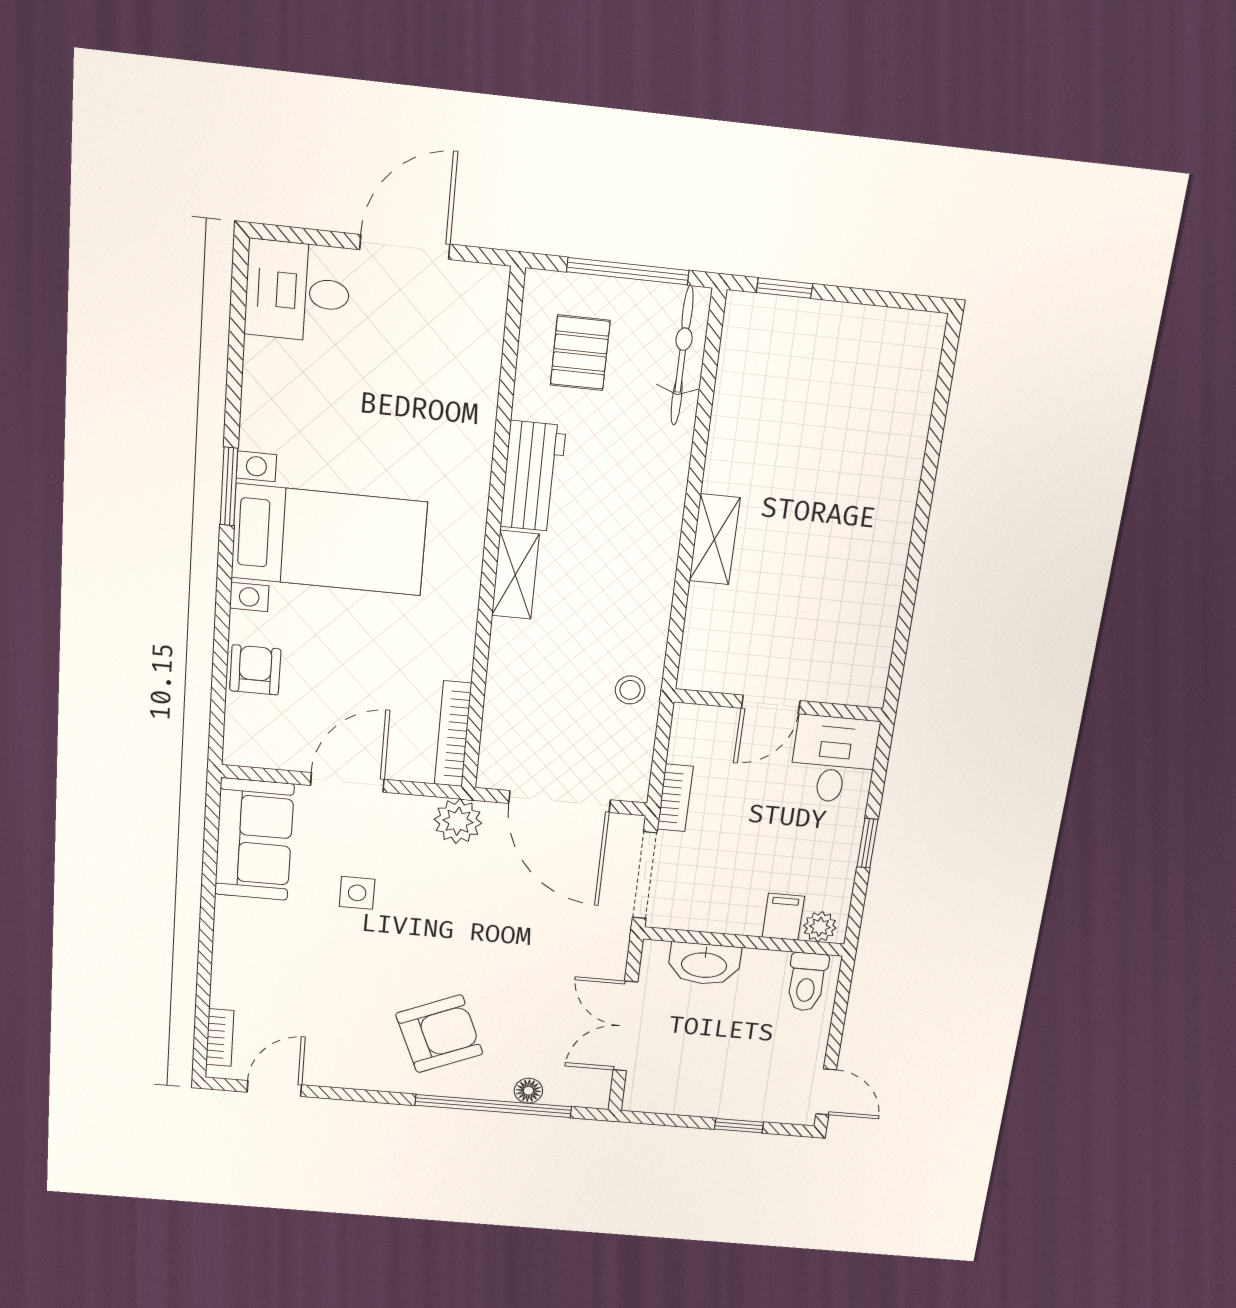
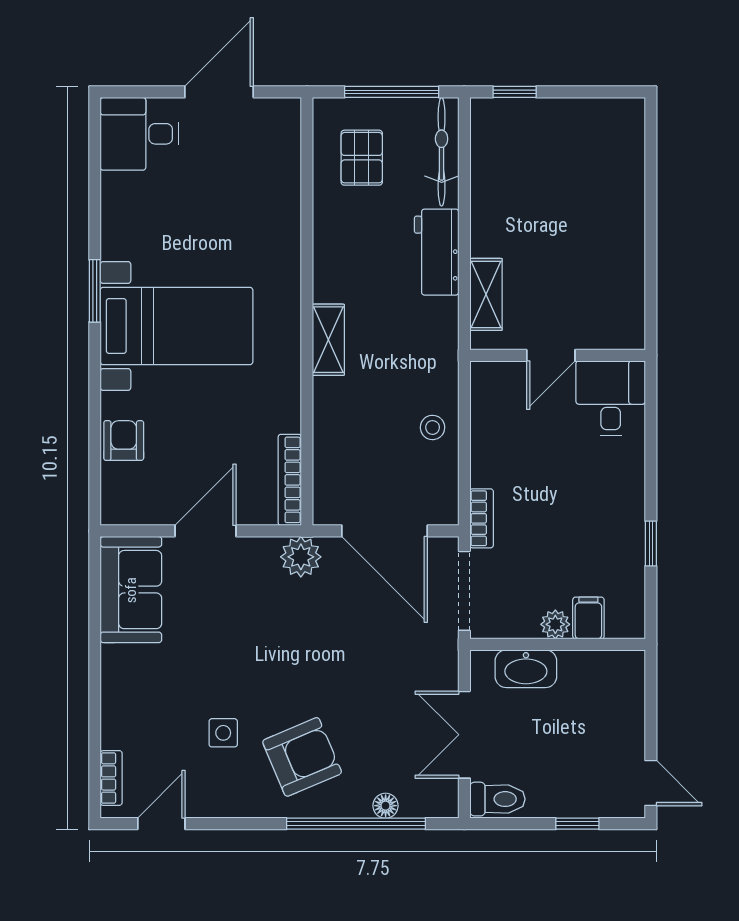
workbench: (533, 476) -> (437, 252), moved, turned 180
door: (771, 704) -> (551, 355), moved
wall: (779, 705) -> (558, 355), moved
desk: (834, 760) -> (611, 398), moved
side table: (357, 893) -> (223, 733), moved
plant: (820, 927) -> (555, 624), moved
toilet: (807, 982) -> (497, 799), moved, turned -90

